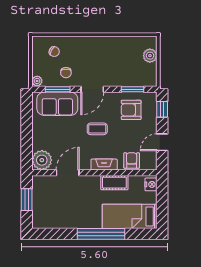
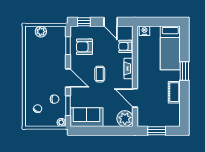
sofa: (57, 104) -> (86, 117), moved, turned -90
armchair: (131, 110) -> (84, 47), turned 90
cot: (114, 183) -> (174, 92), moved
window: (101, 234) -> (184, 71), width x0.47

